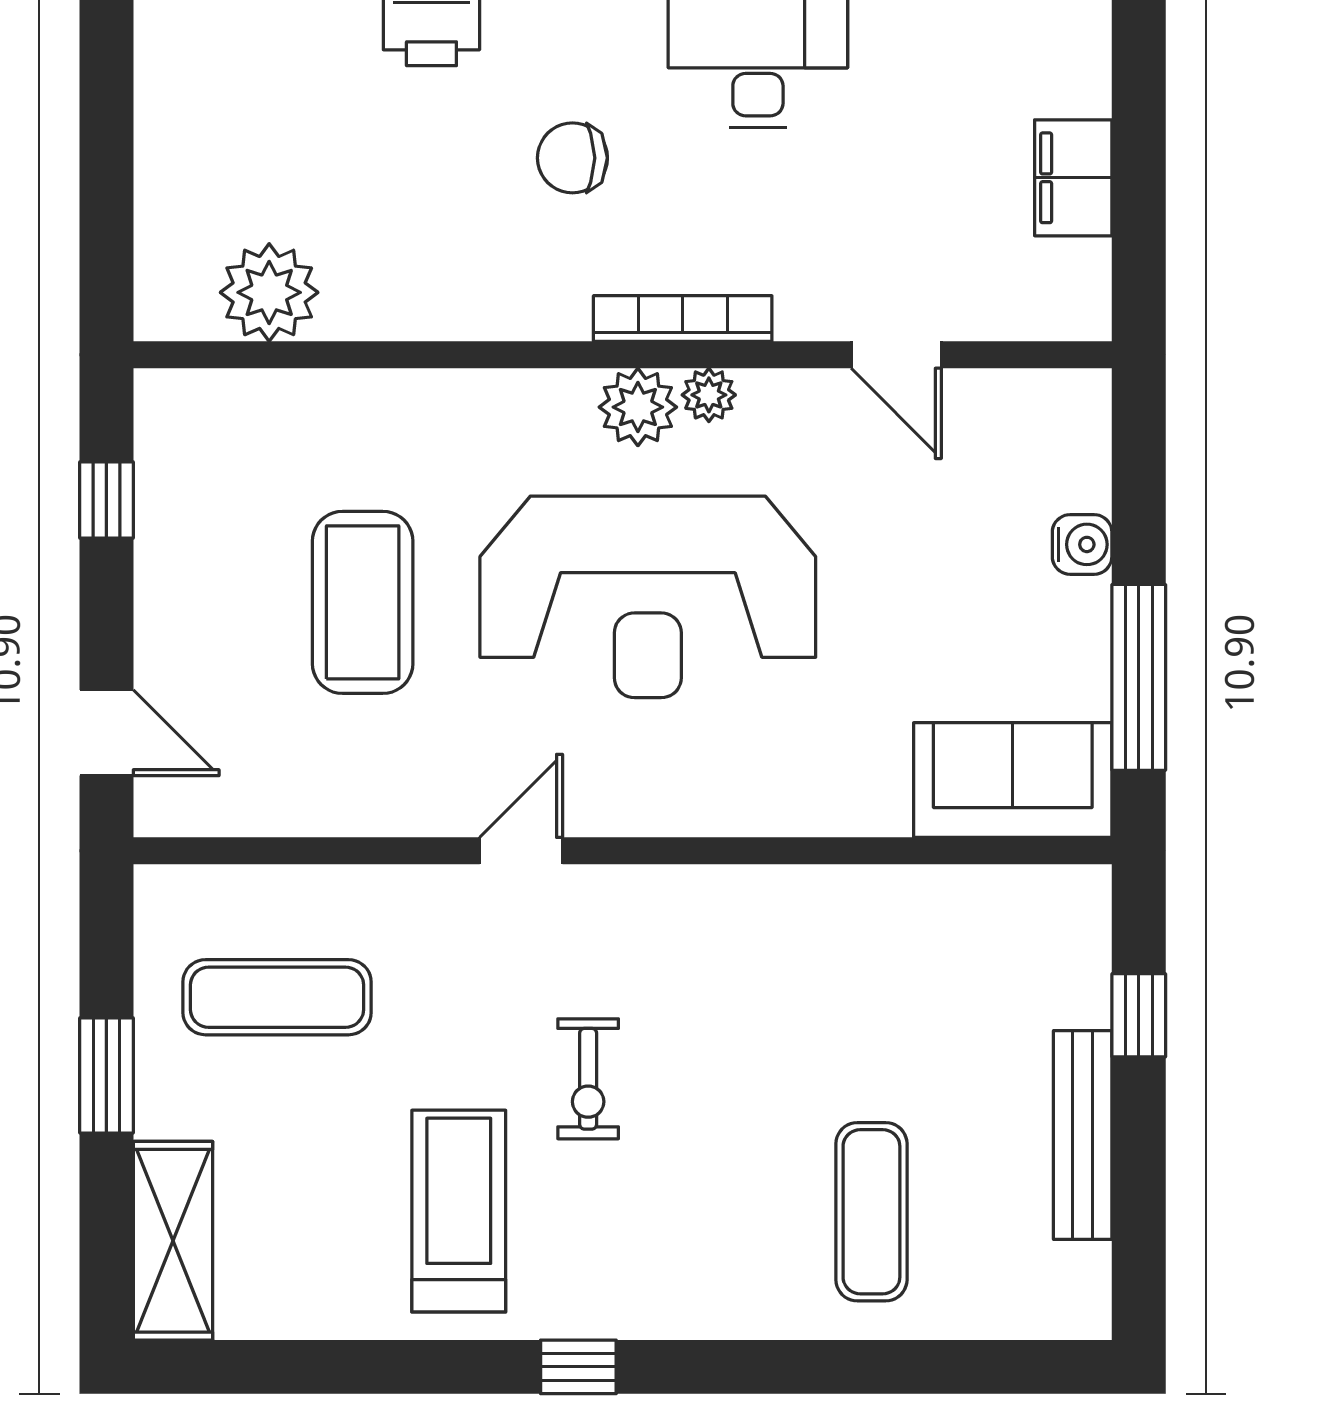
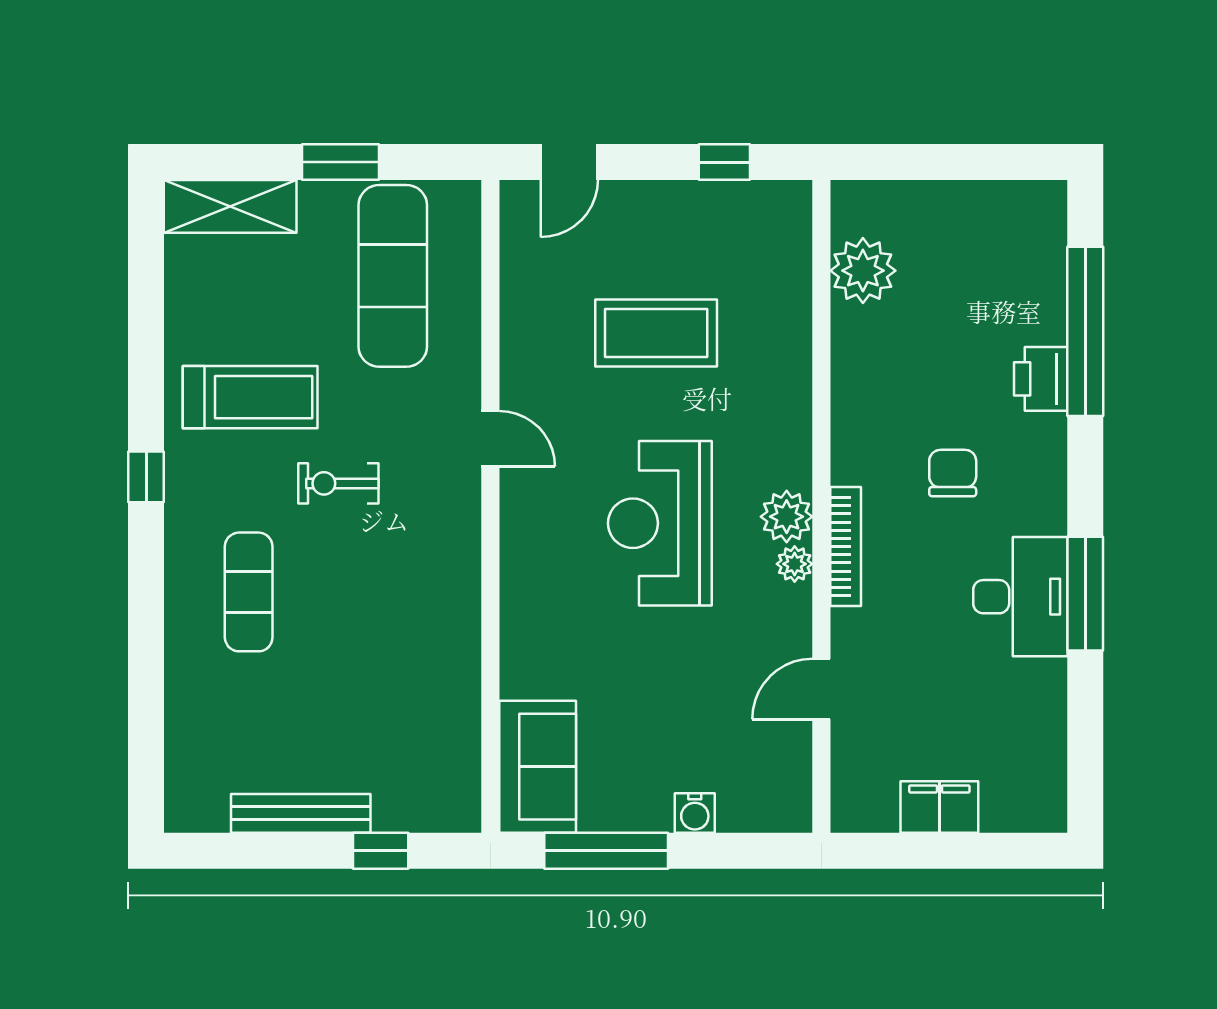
reception desk: (648, 597) -> (660, 523), width x0.74, depth x0.77
exercise mat: (277, 997) -> (393, 276), width x1.36, depth x1.45
exercise mat: (871, 1212) -> (249, 592), moved, turned 90

